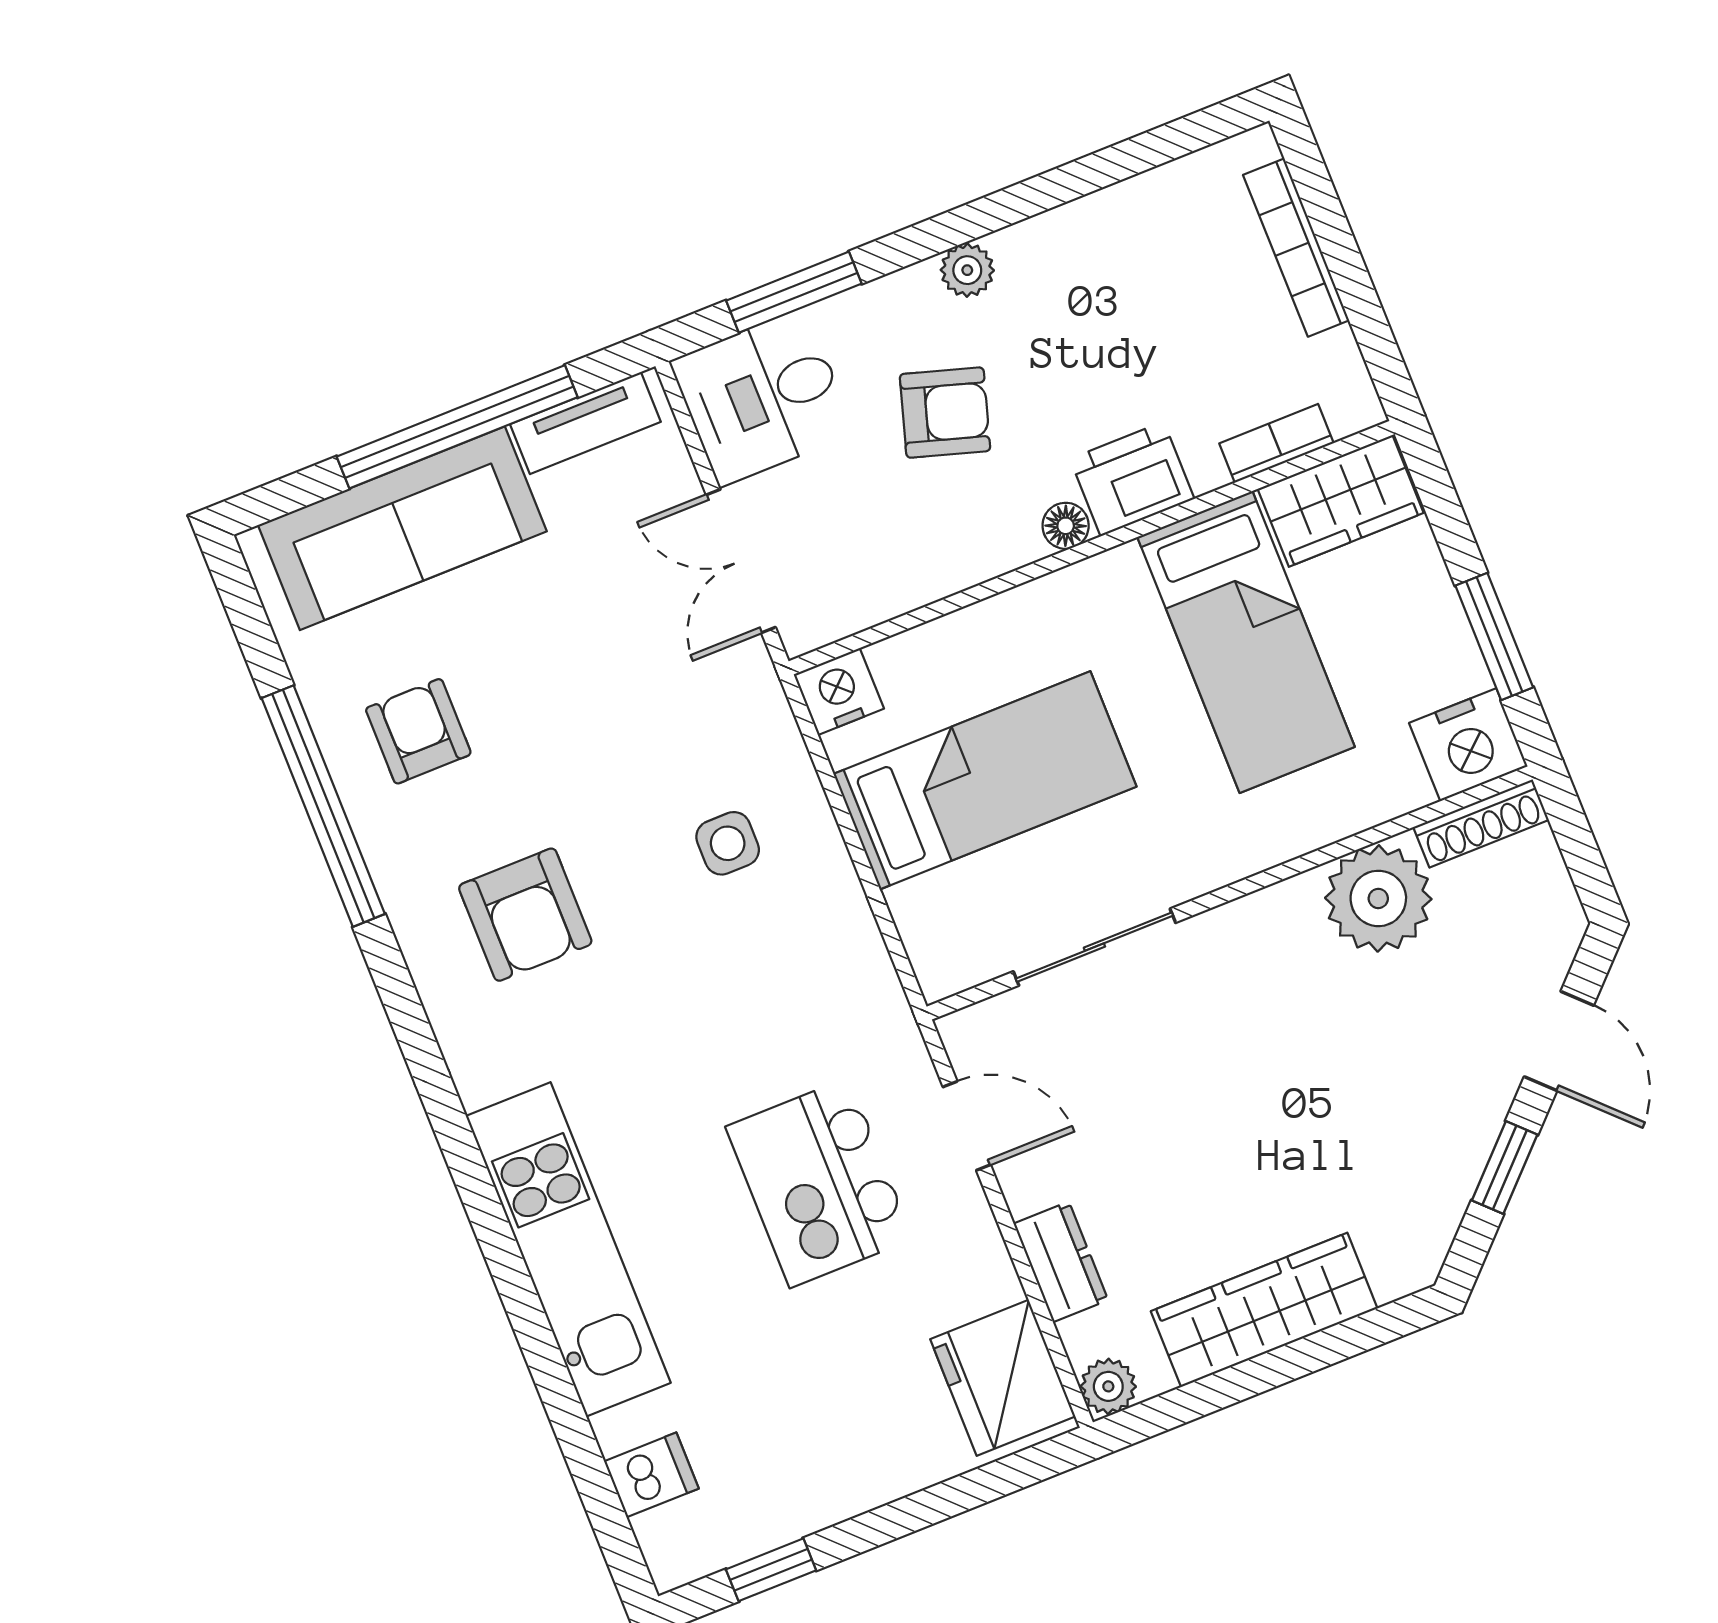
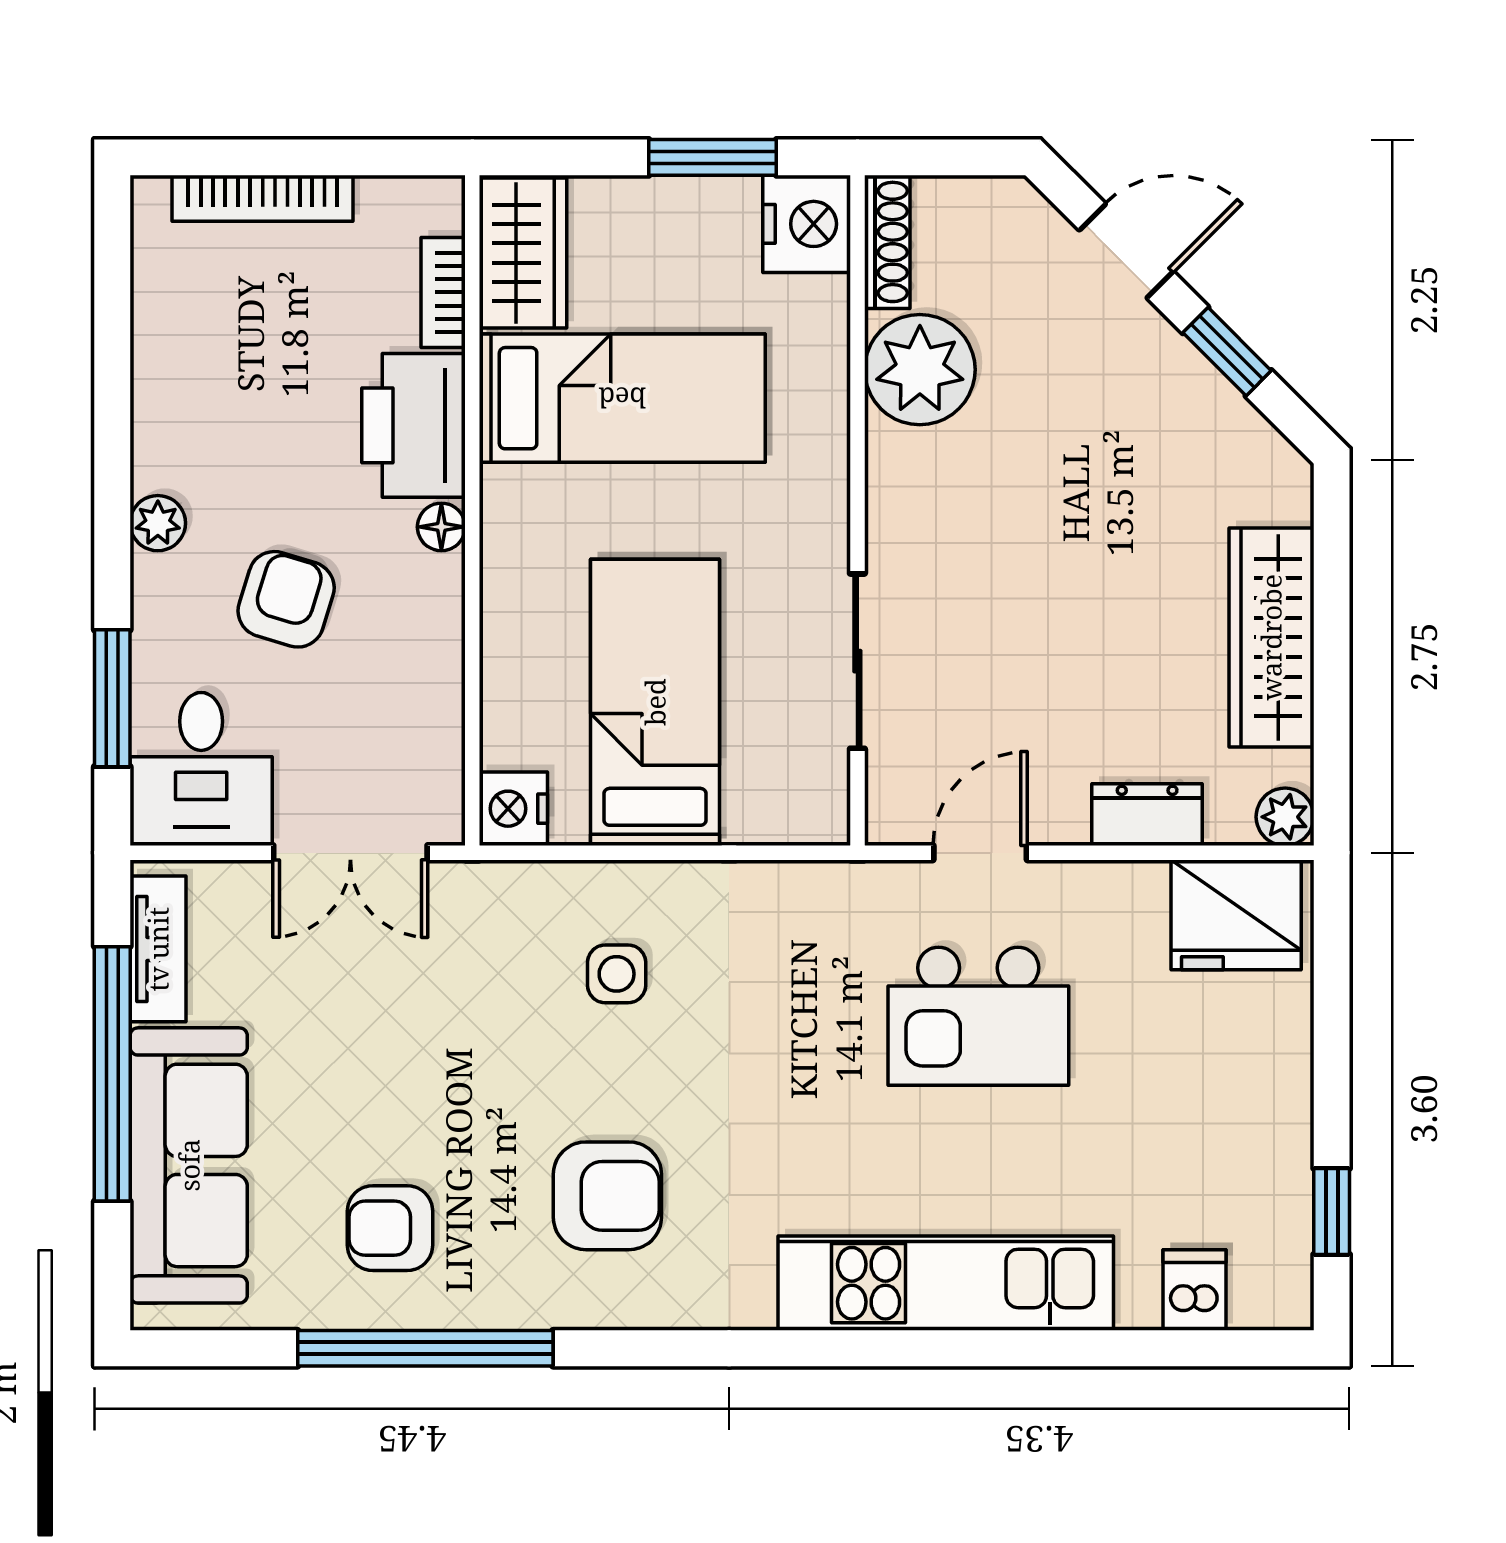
printer: (1132, 479) -> (414, 425), width x1.37, depth x1.19

